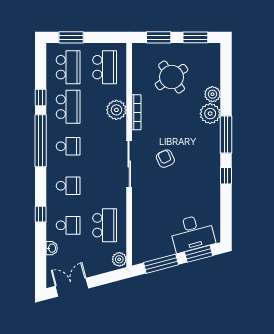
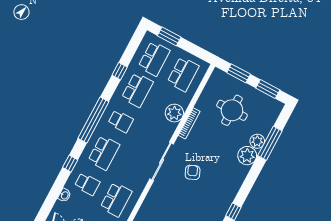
round table: (172, 77) -> (232, 110), turned 35
window: (226, 134) -> (270, 143), moved
window: (41, 141) -> (93, 120), moved
school desk: (68, 186) -> (104, 153), width x1.85

